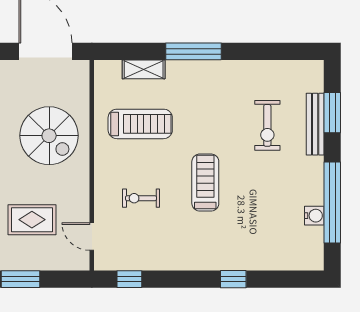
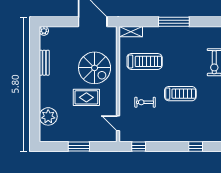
shelving: (144, 69) -> (131, 32), moved
treadmill: (205, 183) -> (180, 94), turned 90
rug: (32, 220) -> (86, 97), moved

